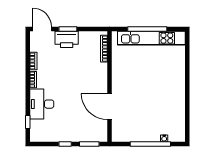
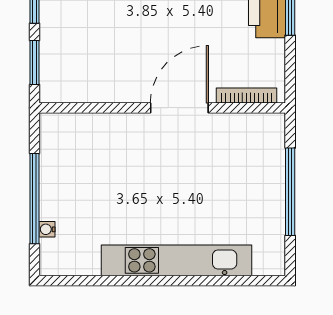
kitchen unit: (151, 38) -> (176, 260), moved, turned 90
door: (110, 107) -> (179, 108), moved

